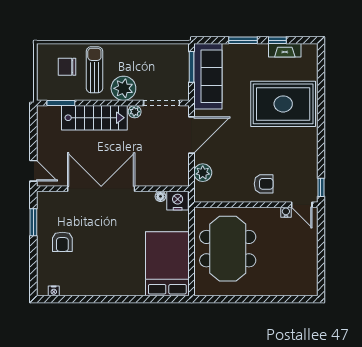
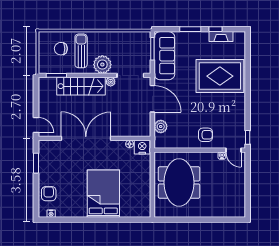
door: (191, 135) -> (152, 99), hinge flipped
armchair: (62, 242) -> (49, 194), moved, turned 180
bed: (167, 264) -> (103, 194), moved

